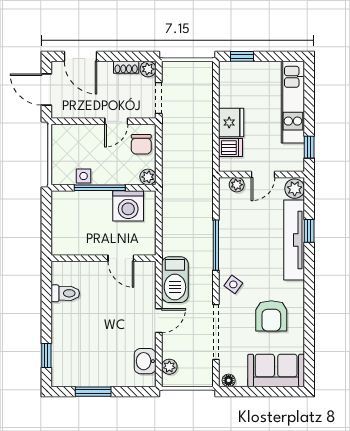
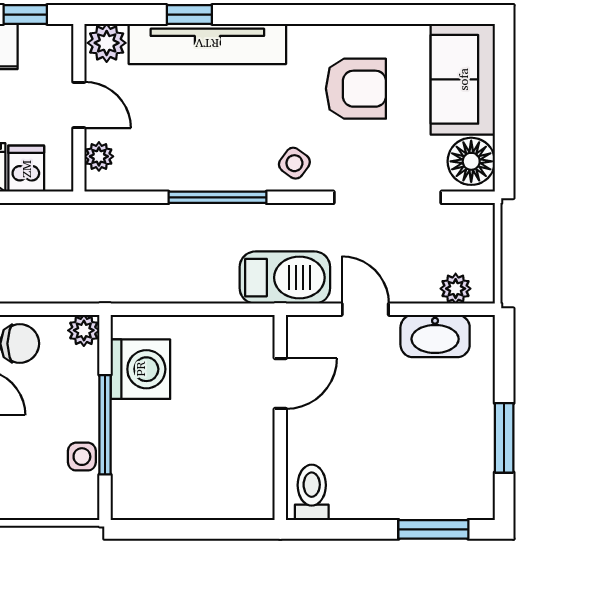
wall: (104, 258) -> (280, 417), moved
door: (121, 258) -> (280, 384), moved
window: (46, 355) -> (433, 529), width x1.50
washbasin: (145, 361) -> (435, 336), width x1.38
floor lamp: (229, 380) -> (471, 161), width x1.89, depth x1.89

